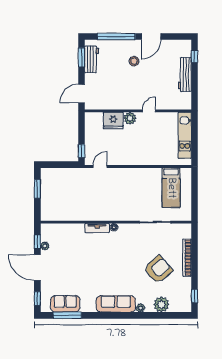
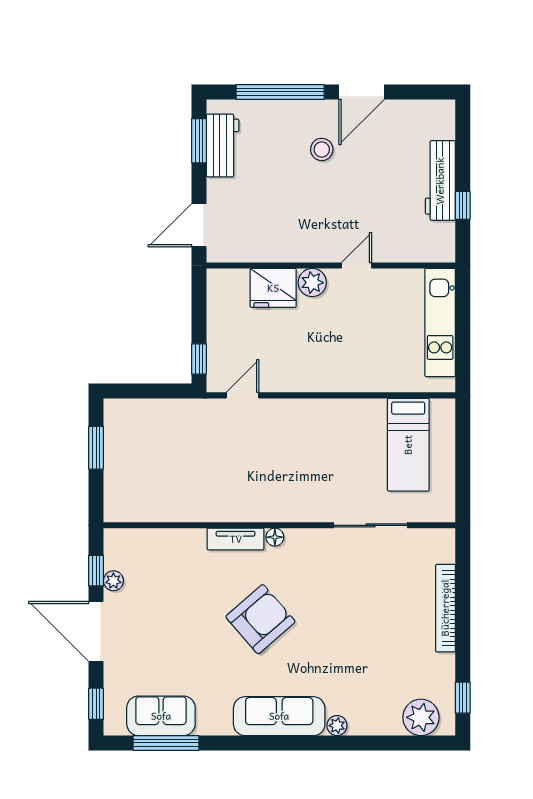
window: (194, 56) -> (463, 205), moved
armchair: (158, 270) -> (260, 619), moved
plant: (161, 304) -> (421, 717), moved

